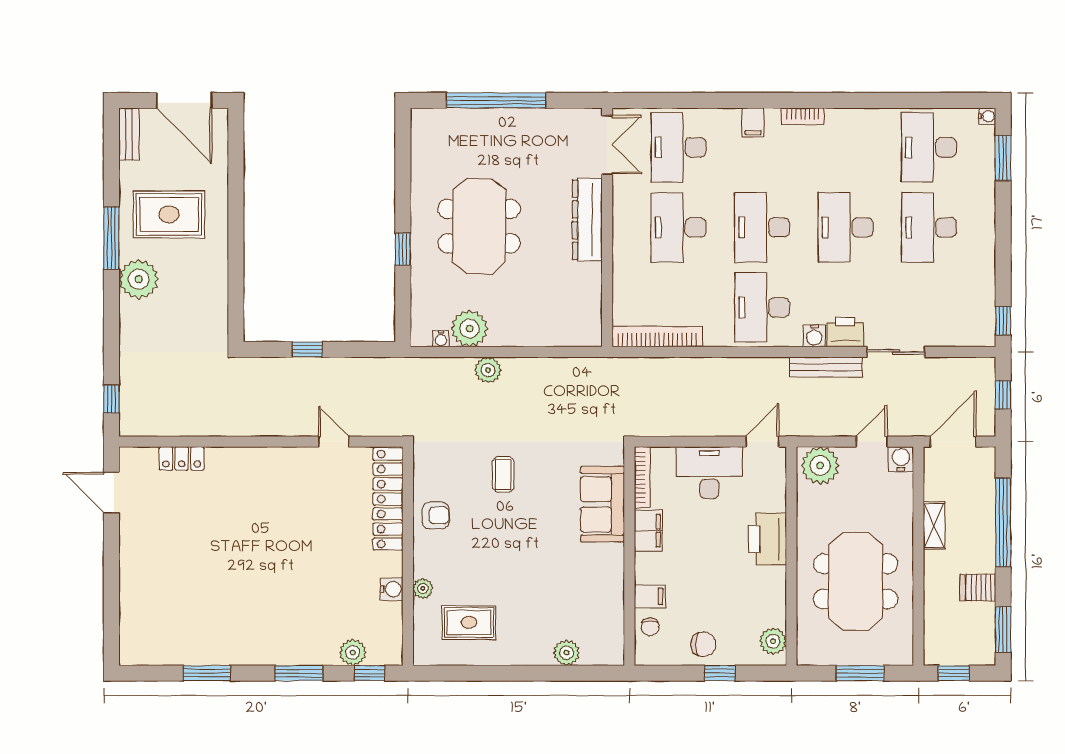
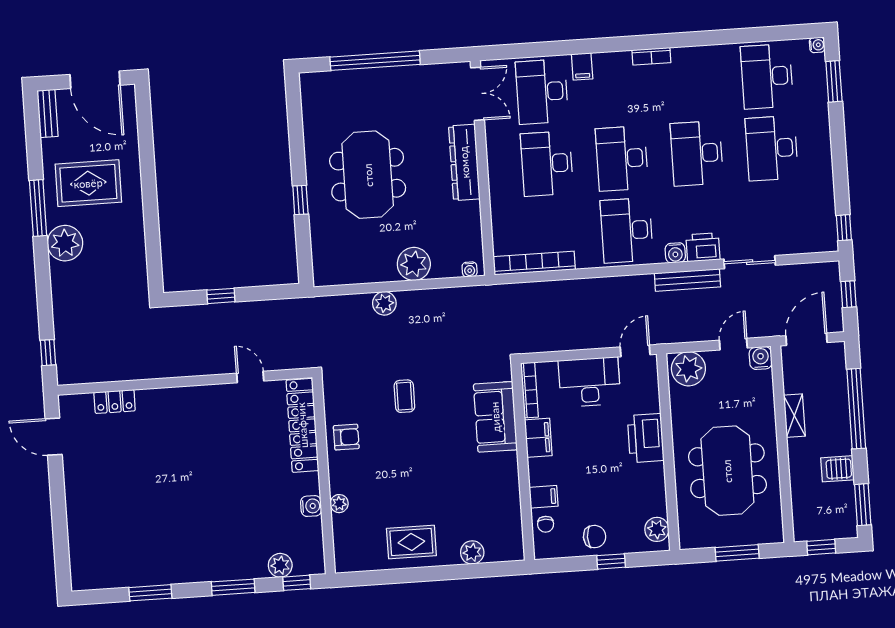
filing cabinet: (753, 122) -> (582, 66), moved
plant: (469, 329) -> (414, 264), moved
water cooler: (441, 339) -> (470, 269), moved
rug: (469, 622) -> (411, 542), moved

